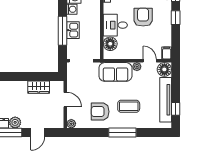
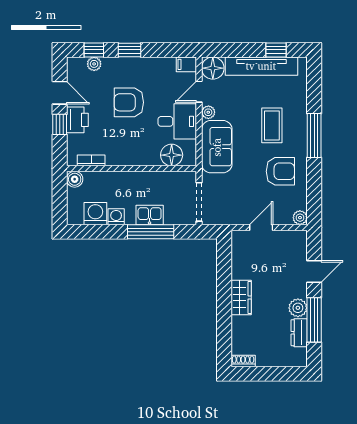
desk: (115, 25) -> (177, 121), moved, turned -90
wardrobe: (39, 87) -> (241, 297), moved
armchair: (100, 112) -> (280, 171), turned -90
door: (38, 133) -> (314, 272), hinge flipped

